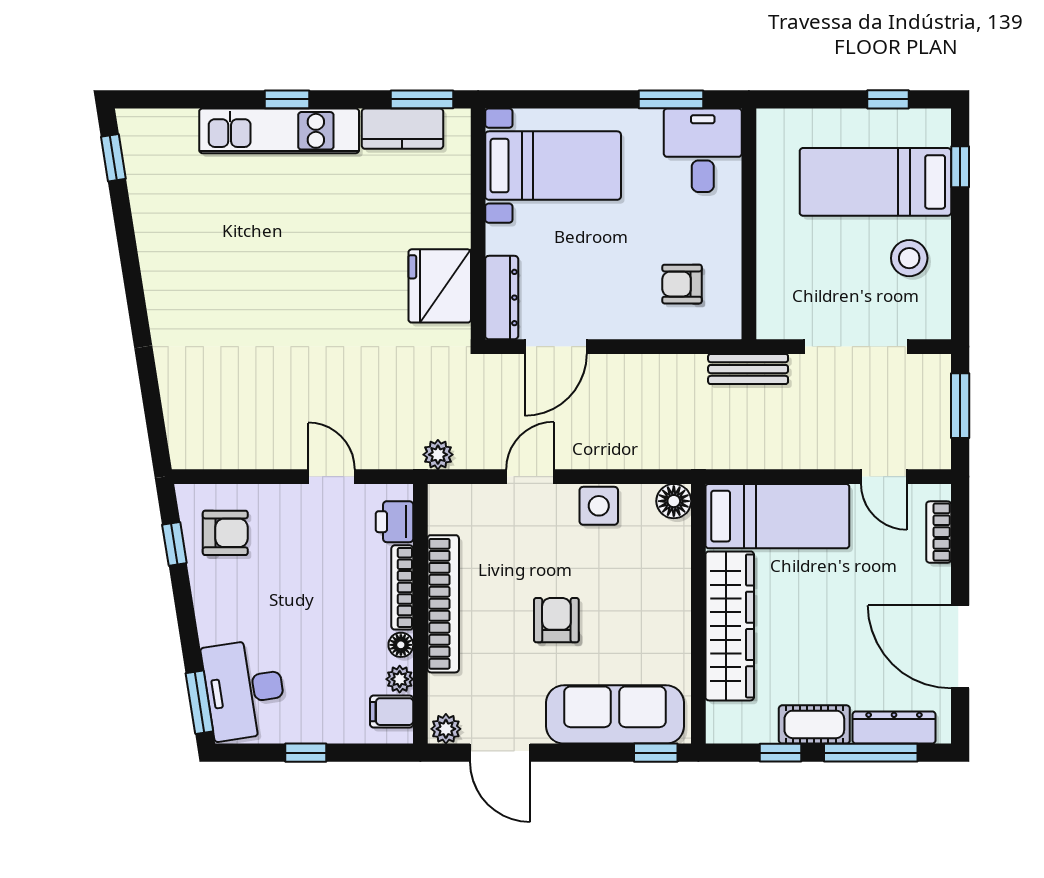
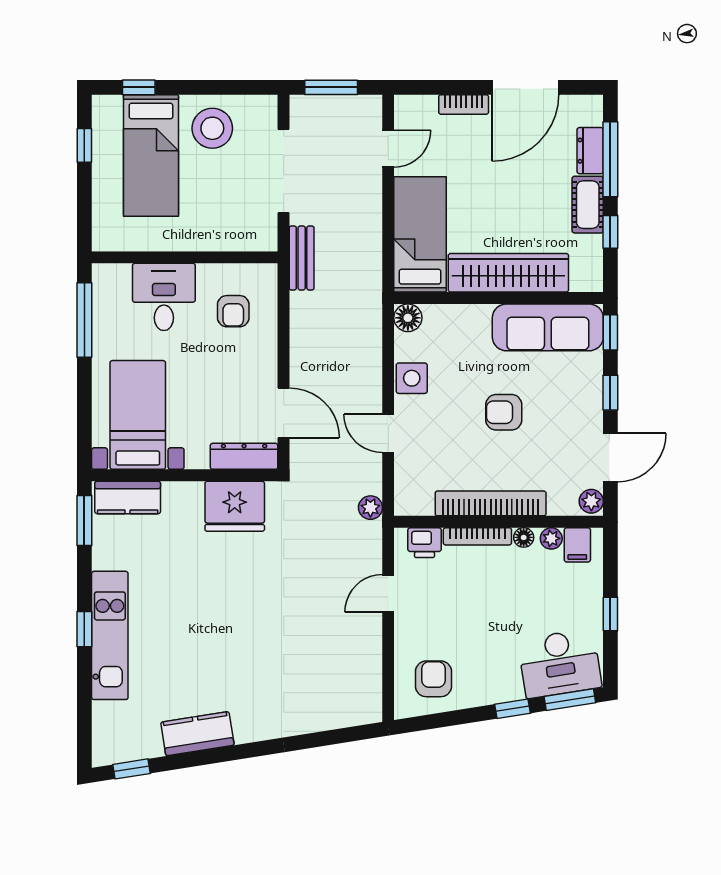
window: (671, 99) -> (84, 320), width x1.44
kitchen counter: (402, 129) -> (128, 497), moved, turned 90
desk: (703, 150) -> (164, 297), moved, turned 90
kitchen counter: (157, 240) -> (197, 734), added
stool: (909, 258) -> (212, 128), width x1.38, depth x1.38
bookcase: (939, 532) -> (464, 105), moved
window: (174, 544) -> (513, 709), moved
sofa: (615, 714) -> (548, 327), moved, turned -90
dresser: (894, 727) -> (590, 151), width x0.70
window: (581, 753) -> (610, 393), added

